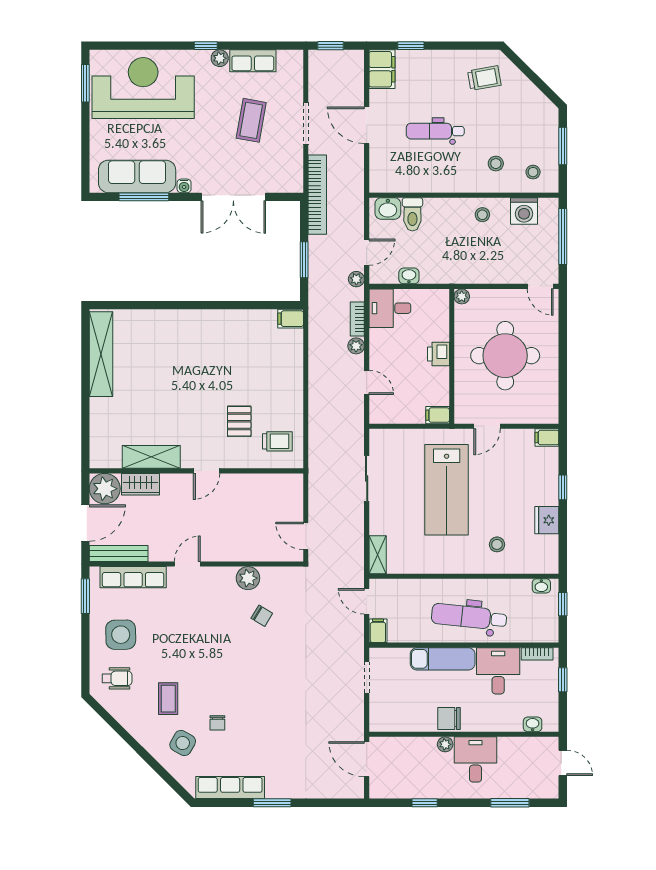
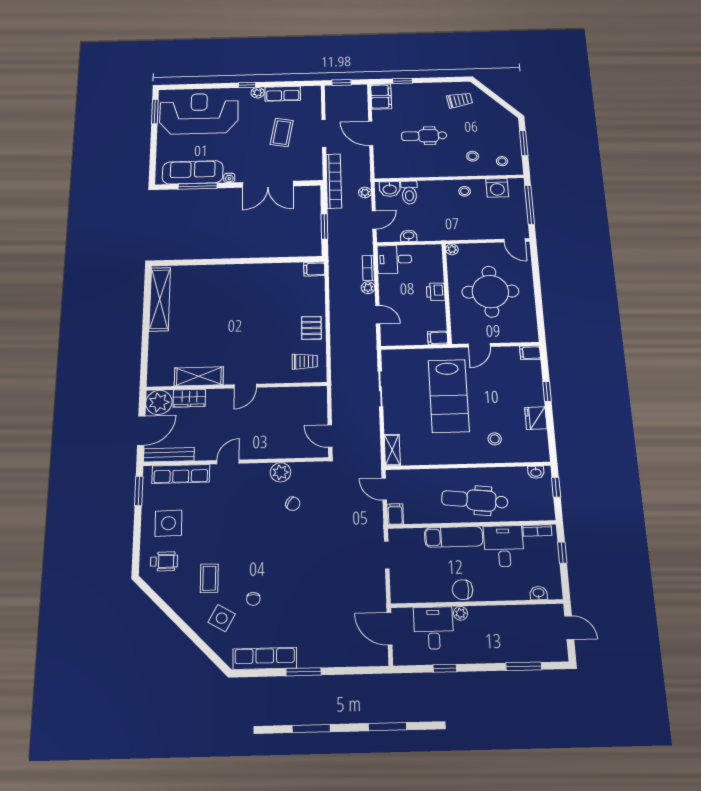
plant: (356, 279) -> (365, 192), moved
pallet: (239, 421) -> (311, 328), moved
desk: (476, 759) -> (434, 628), moved

